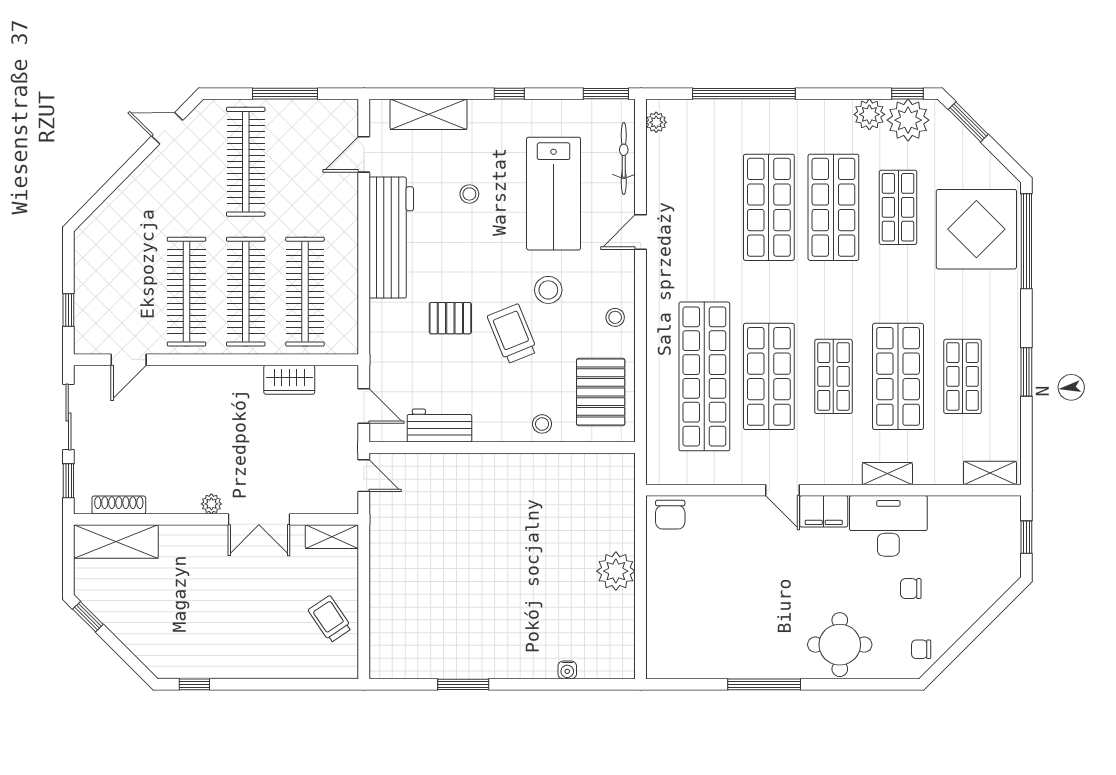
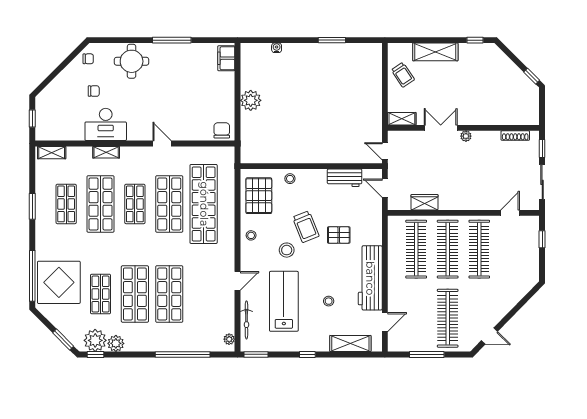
filing cabinet: (824, 511) -> (226, 58), moved, turned -90
shelving: (116, 542) -> (435, 52), moved

